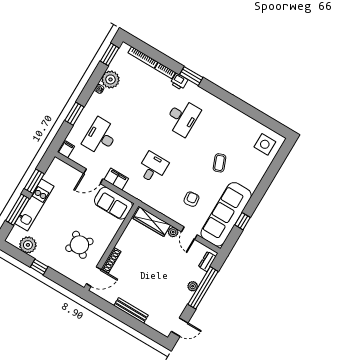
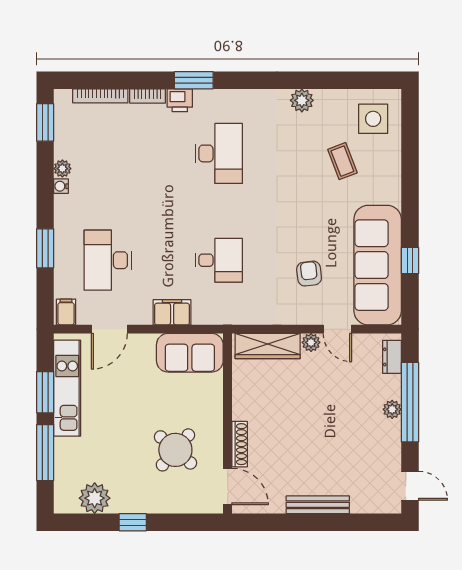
plant: (111, 79) -> (62, 169), width x0.53, depth x0.53
plant: (236, 116) -> (302, 100), added
coffee table: (219, 163) -> (342, 161), moved
desk: (153, 168) -> (219, 260), turned 90
door: (93, 176) -> (109, 329), moved
kitchen unit: (34, 205) -> (67, 388), moved
door: (94, 277) -> (228, 487), hinge flipped
door: (180, 327) -> (410, 486), hinge flipped

